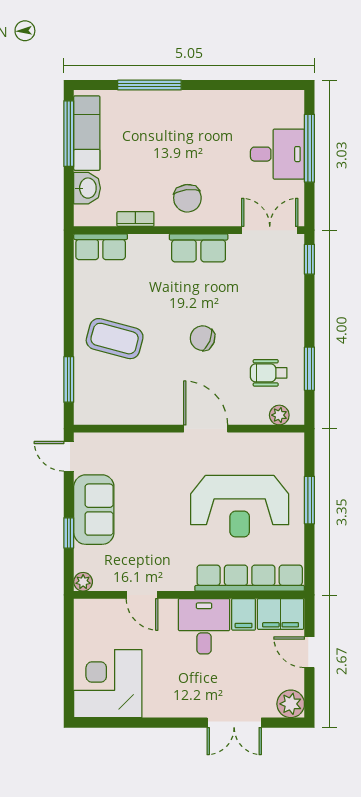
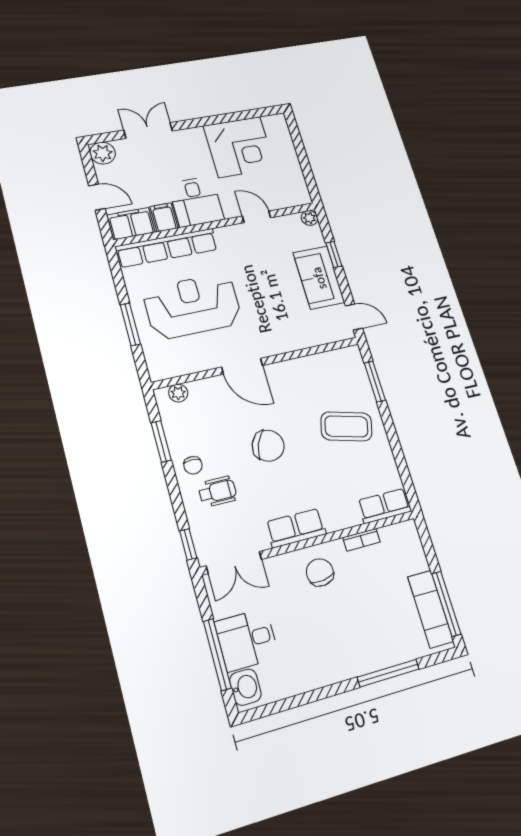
washbasin: (87, 188) -> (245, 687), moved, turned 180
chair: (284, 337) -> (193, 465), added
chair: (203, 338) -> (268, 446), width x1.37, depth x1.37
wheelchair: (269, 373) -> (217, 492), moved
corner desk: (108, 684) -> (239, 147), moved

